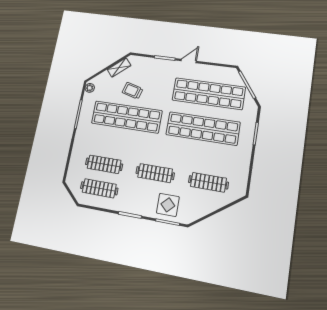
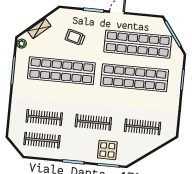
shelving: (119, 67) -> (39, 29), moved
trolley: (132, 91) -> (75, 37), moved

